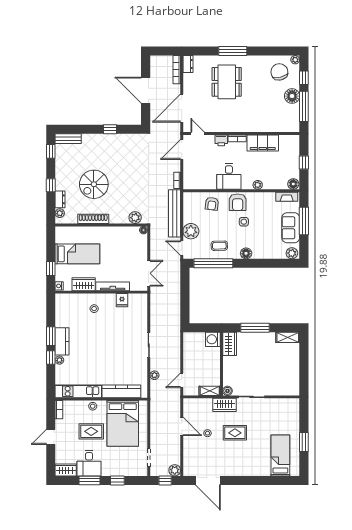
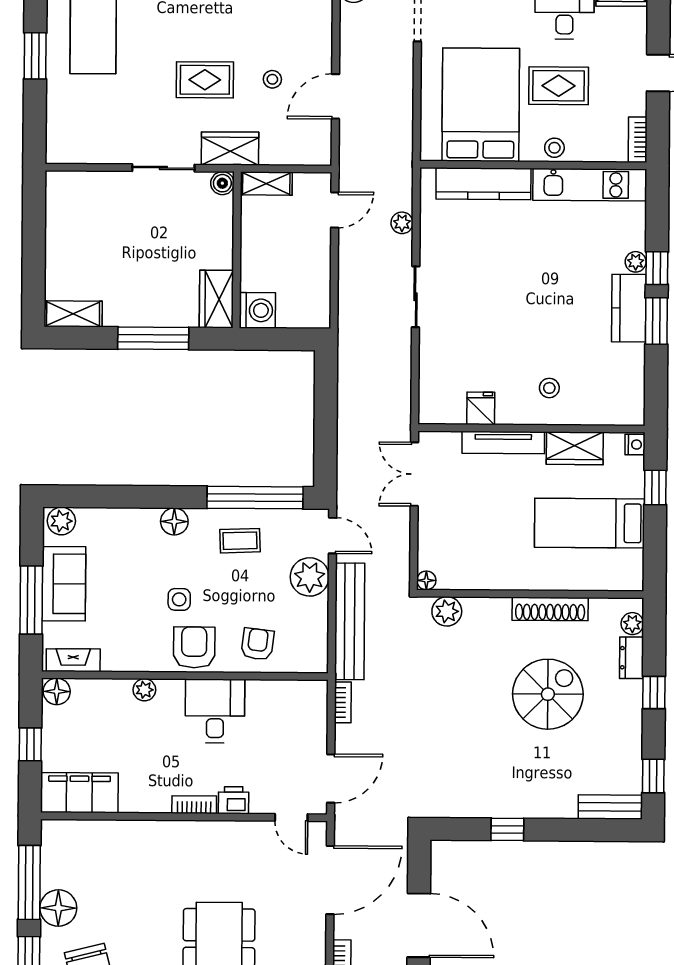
filing cabinet: (263, 143) -> (79, 793), moved
door: (182, 426) -> (336, 96), hinge flipped

